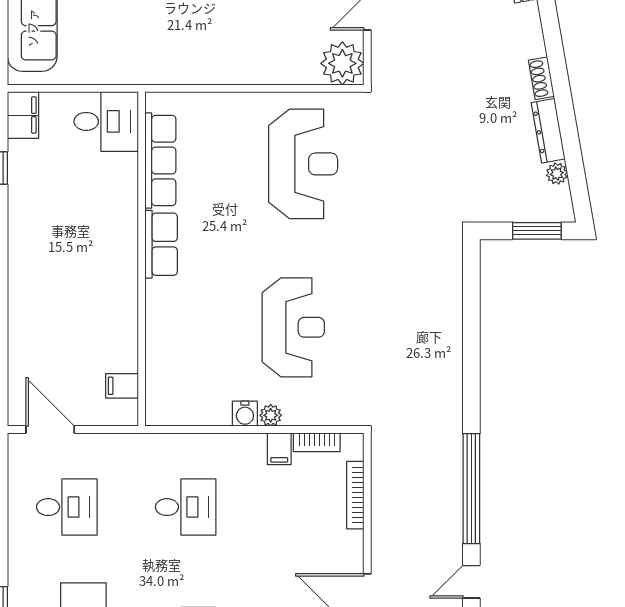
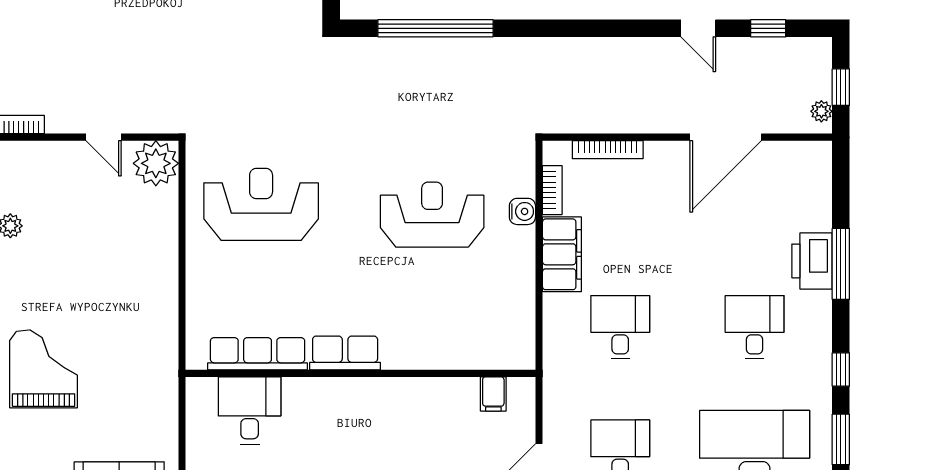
desk: (106, 121) -> (250, 410), moved
water cooler: (245, 414) -> (522, 211), moved
plant: (271, 415) -> (524, 238), removed
filing cabinet: (279, 449) -> (562, 254), width x3.00, depth x1.17
window: (471, 489) -> (435, 28), moved

